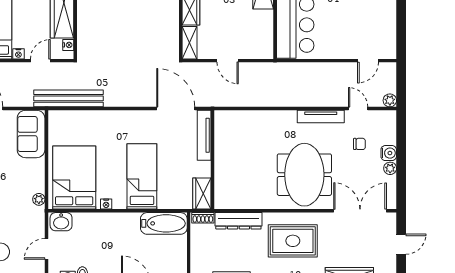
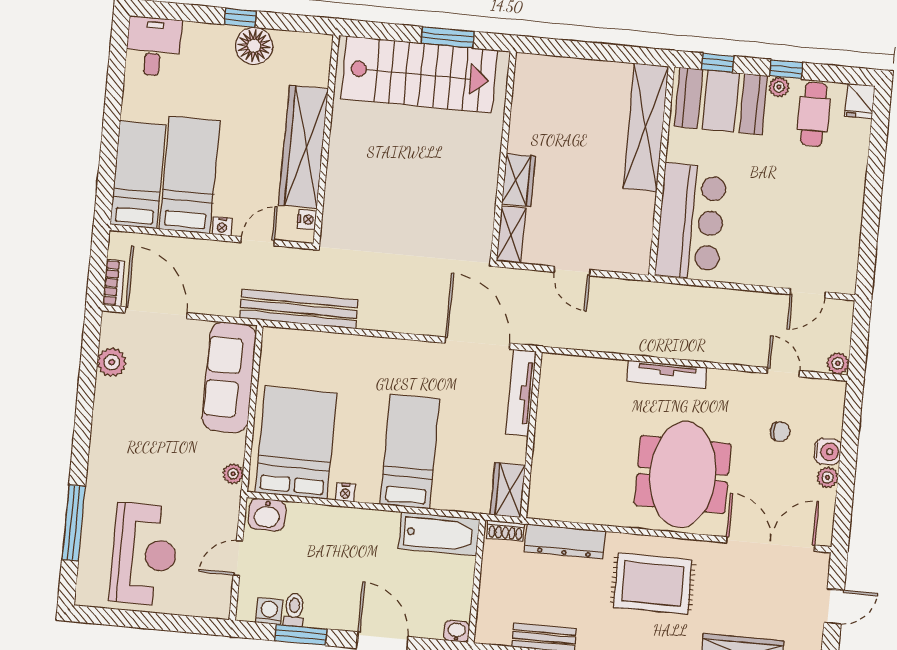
tv unit: (321, 116) -> (667, 374), moved
sofa: (31, 134) -> (229, 377), width x1.36

